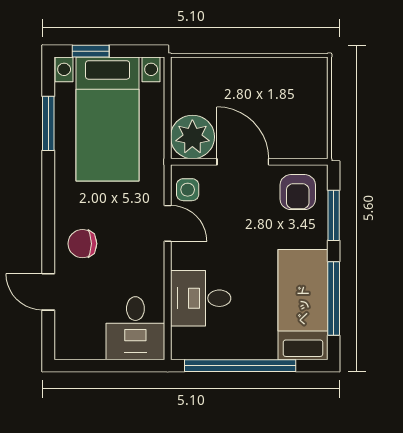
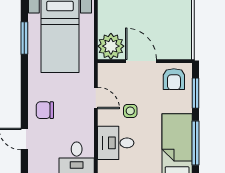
side table: (188, 190) -> (130, 111), moved

